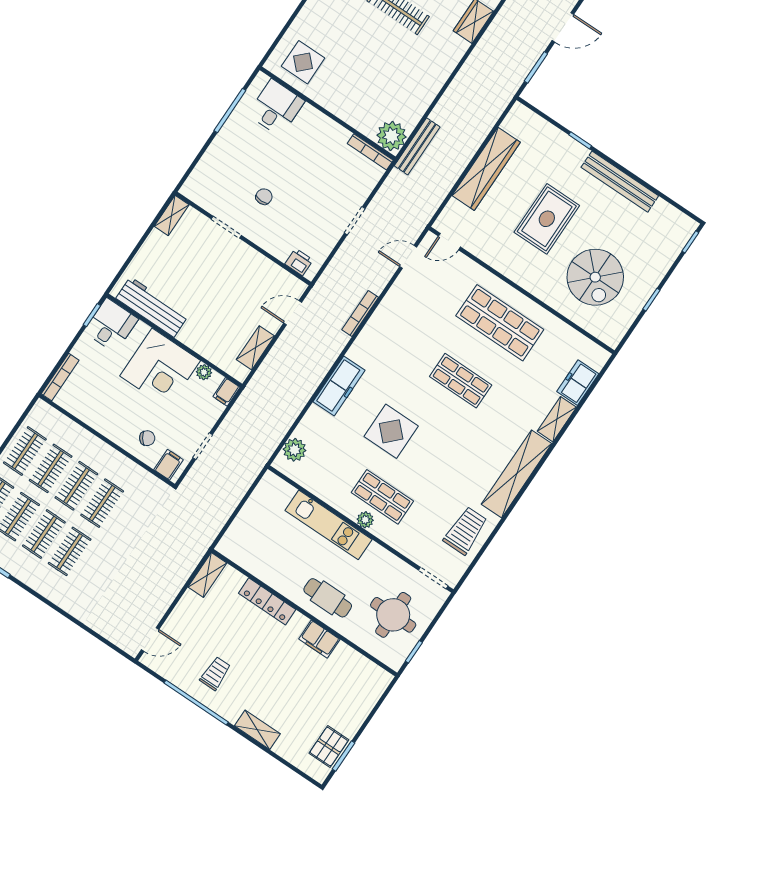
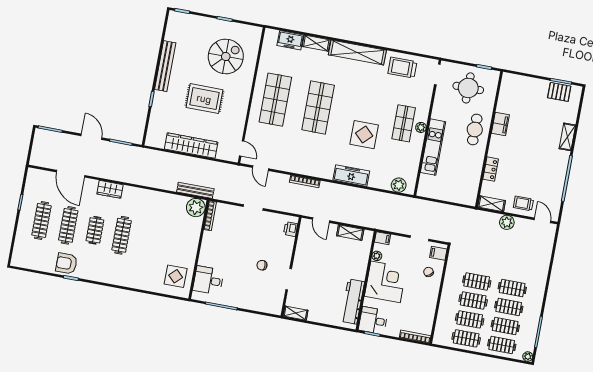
shop shelf: (461, 381) -> (318, 108), width x1.43, depth x1.36
plant: (170, 586) -> (507, 222), added
locker: (267, 601) -> (491, 169), width x0.66
trolley: (215, 673) -> (523, 203), moved

